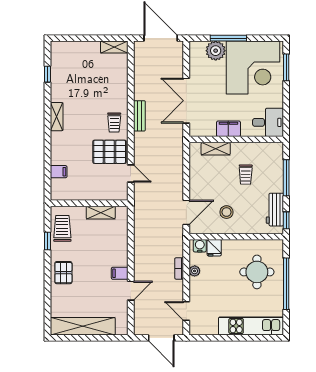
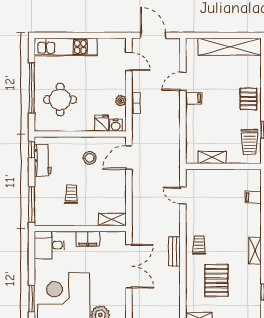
shelving: (216, 149) -> (112, 220), moved
pallet: (110, 152) -> (216, 281), moved, turned 90
window: (286, 178) -> (32, 204), moved

